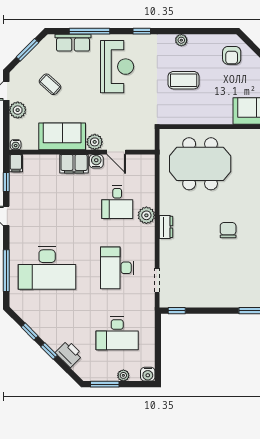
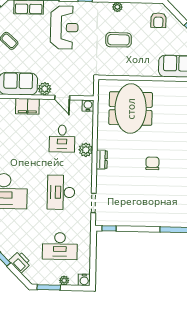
water cooler: (96, 161) -> (88, 106), moved
meeting table: (200, 164) -> (131, 109), turned 90

